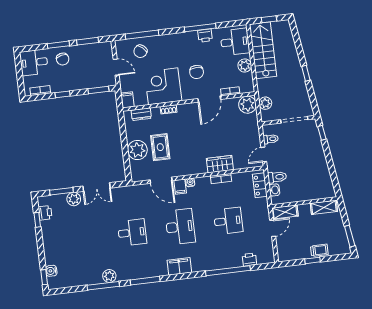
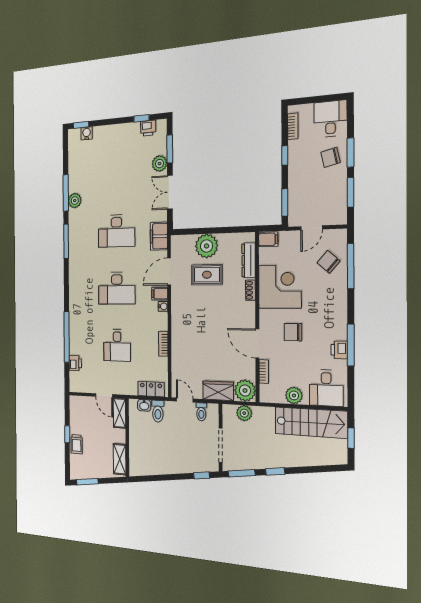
window: (313, 100) -> (242, 473), added
dresser: (141, 114) -> (249, 260), width x1.44
wardrobe: (220, 164) -> (218, 391), moved, turned -90
desk: (132, 233) -> (116, 231), width x1.37
filing cabinet: (179, 266) -> (159, 236), moved, turned 180

